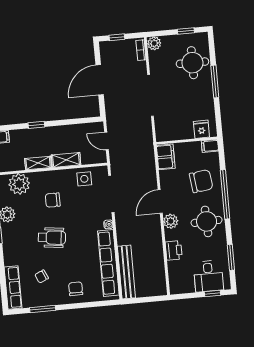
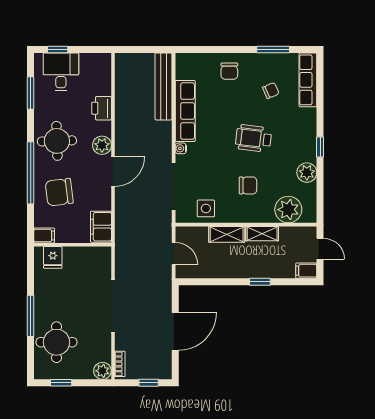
row of seats: (108, 263) -> (185, 111), width x0.73

